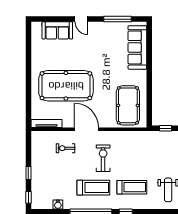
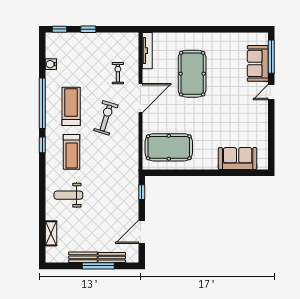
window: (118, 19) -> (271, 57), moved
sofa: (137, 47) -> (238, 159), width x0.73
pool table: (66, 86) -> (192, 74), width x0.73, depth x0.76
exercise bike: (103, 158) -> (106, 118), turned -73
treadmill: (93, 188) -> (71, 106), turned 180

